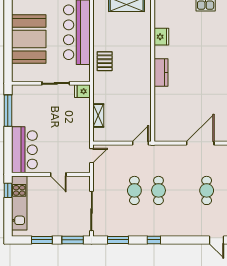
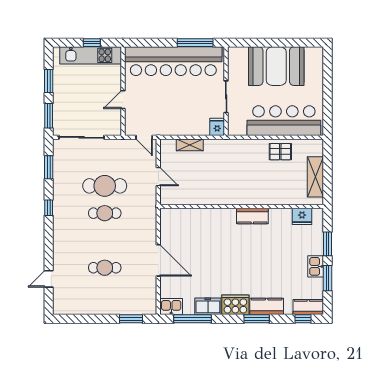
fridge: (161, 37) -> (302, 216), moved
pallet: (105, 61) -> (280, 152), moved
kitchen counter: (161, 73) -> (252, 216), moved
door: (141, 143) -> (158, 177), moved
bar counter: (24, 150) -> (173, 61), width x1.86
window: (8, 190) -> (92, 43), moved
cafe table: (134, 190) -> (105, 186), width x1.37, depth x1.35

